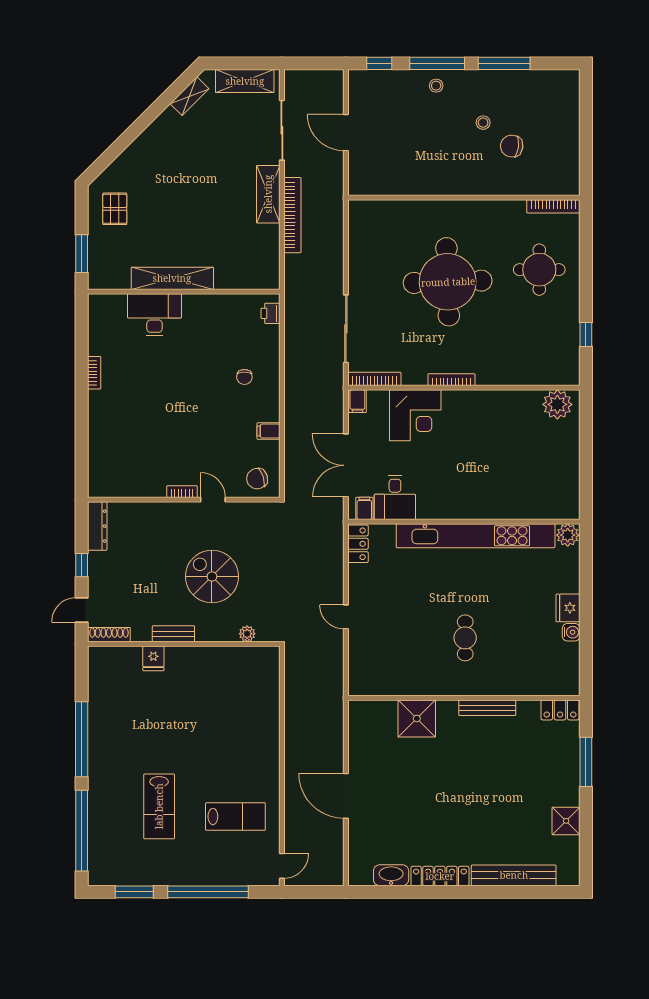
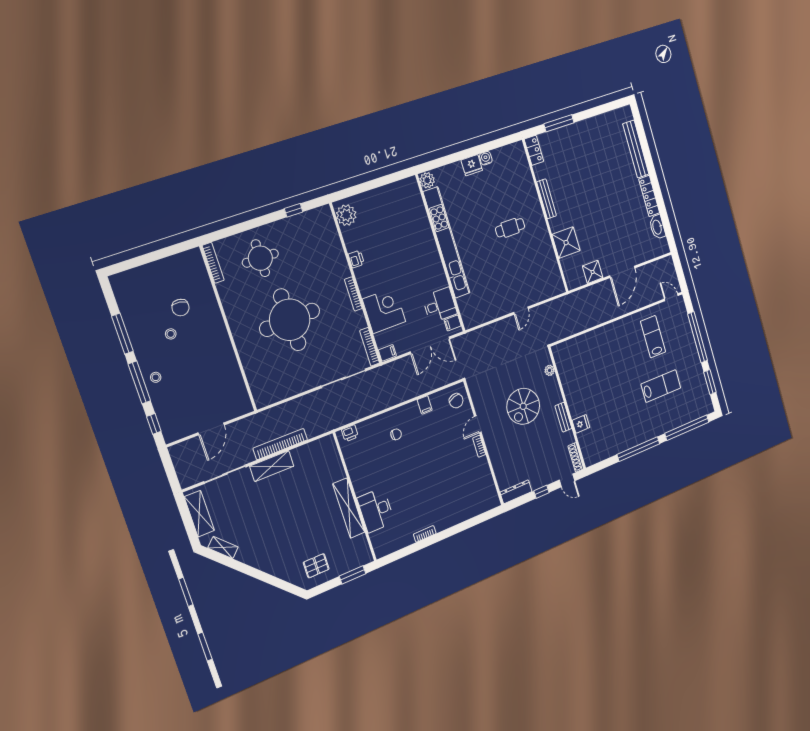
printer: (496, 399) -> (356, 259), added
locker: (358, 544) -> (475, 319), removed
shower: (566, 821) -> (593, 272), moved

